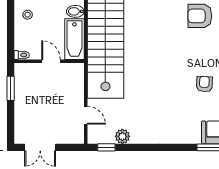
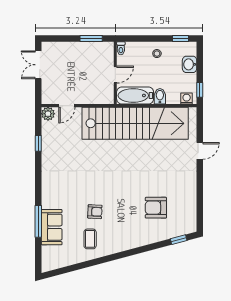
armchair: (200, 16) -> (156, 208), turned -90
plant: (122, 136) -> (48, 114), moved
window: (106, 147) -> (38, 143), moved

